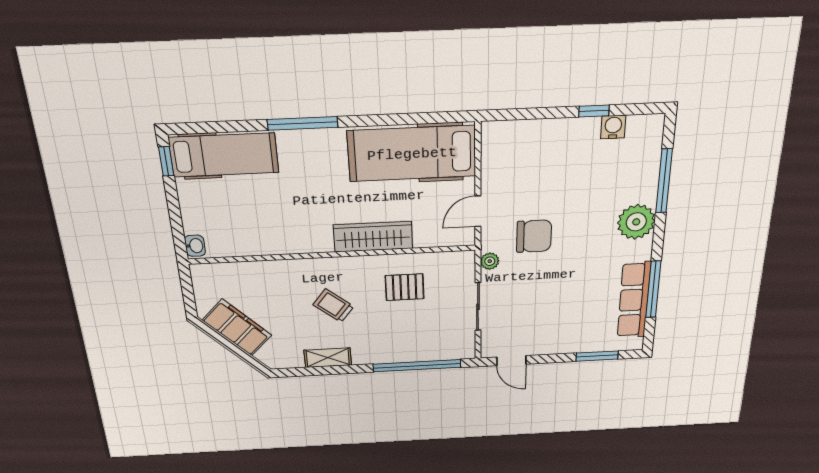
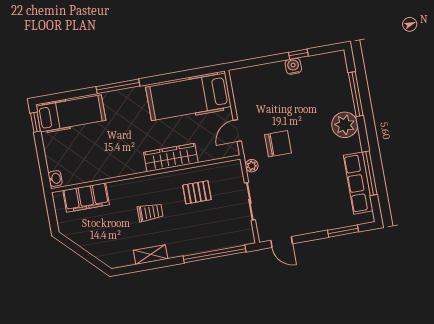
water cooler: (613, 127) -> (293, 66), moved
trolley: (333, 306) -> (150, 212), turned 141
filing cabinet: (237, 328) -> (86, 198), moved, turned 135

